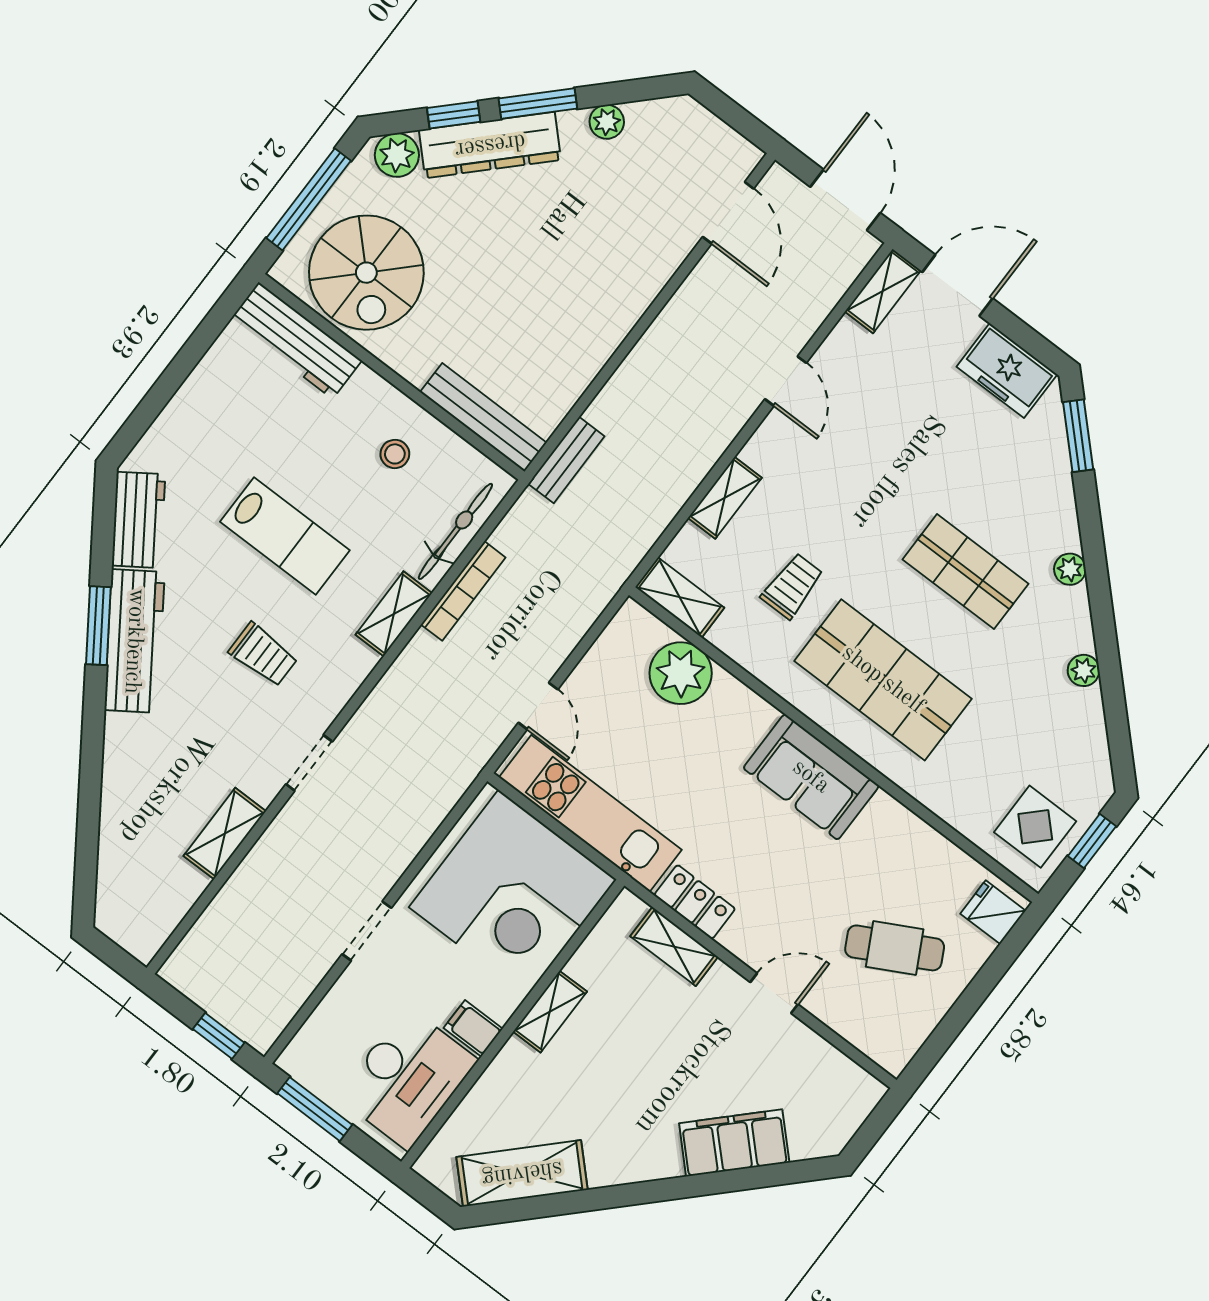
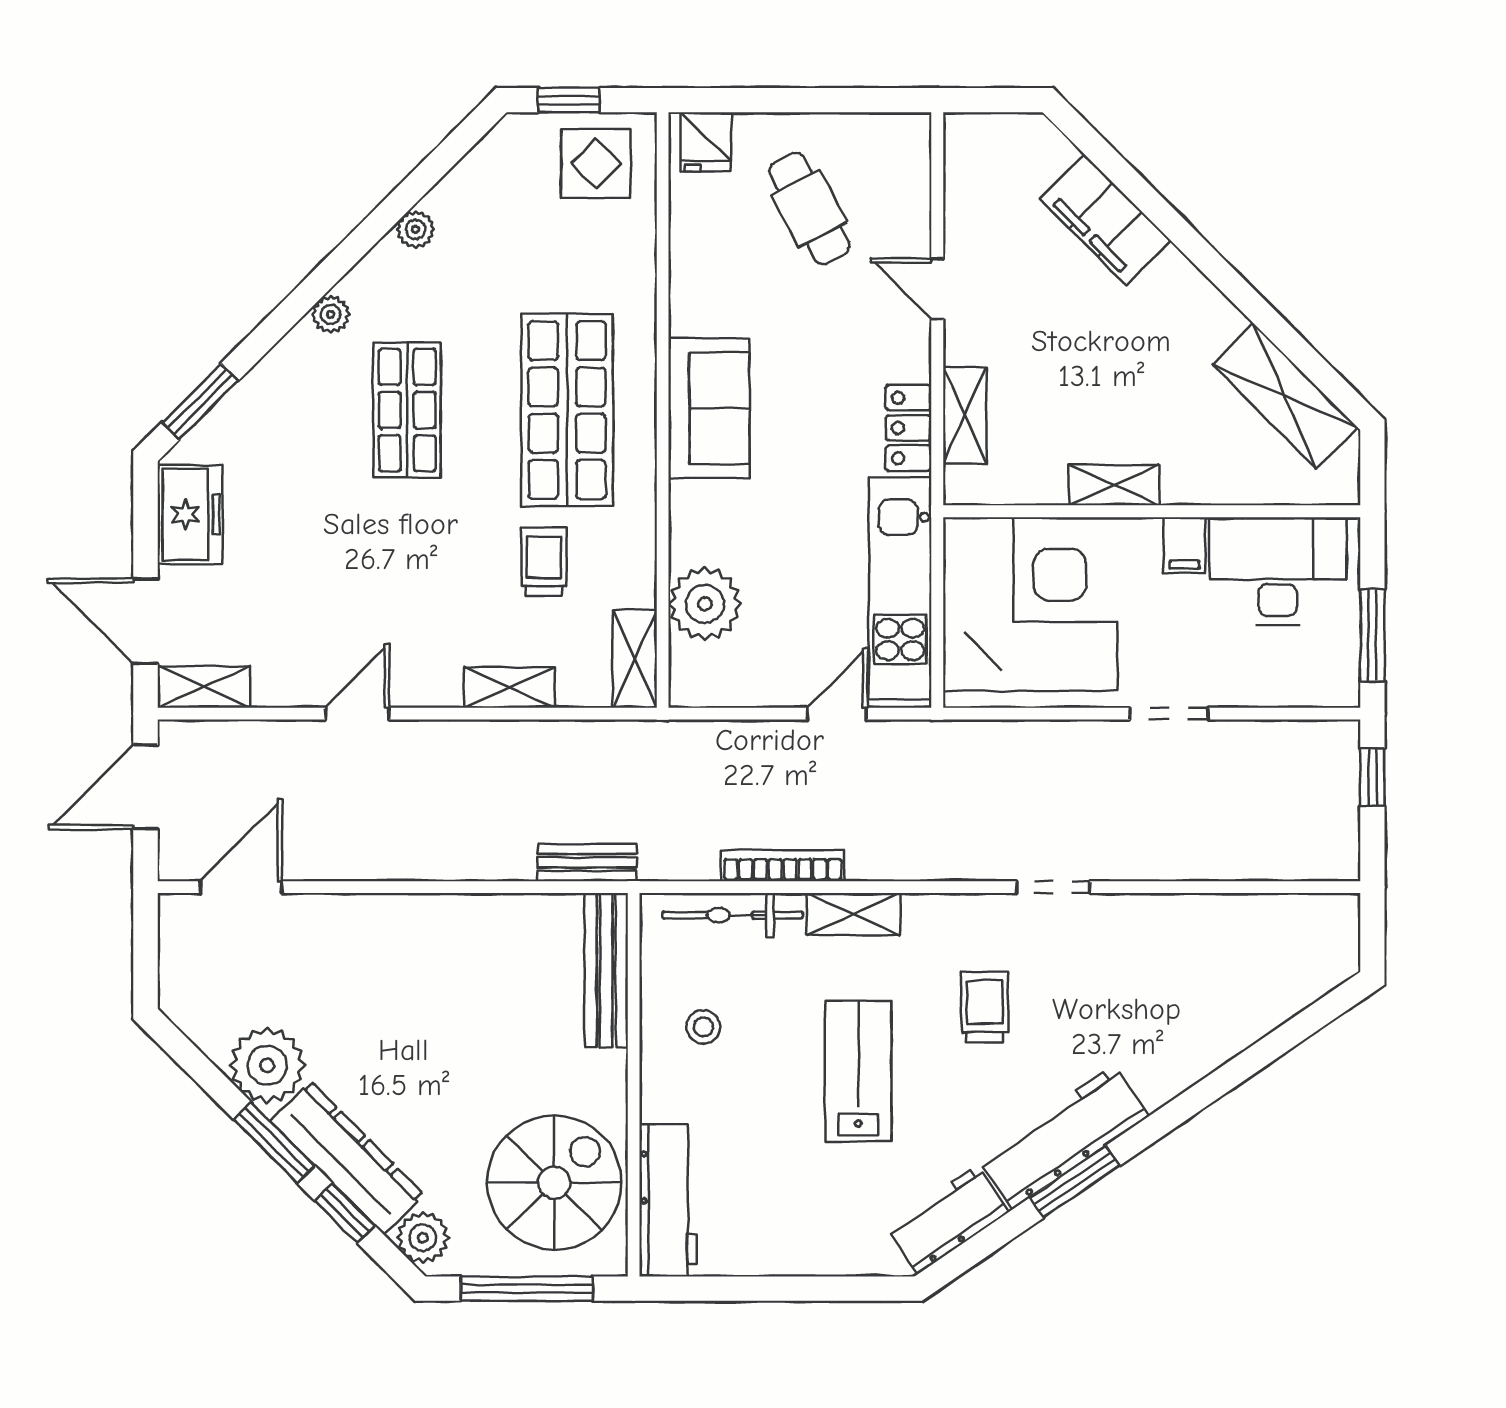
plant: (607, 122) -> (267, 1065), width x1.87, depth x1.87
trolley: (792, 586) -> (544, 562), turned 90
shelving: (225, 834) -> (1179, 916), removed

